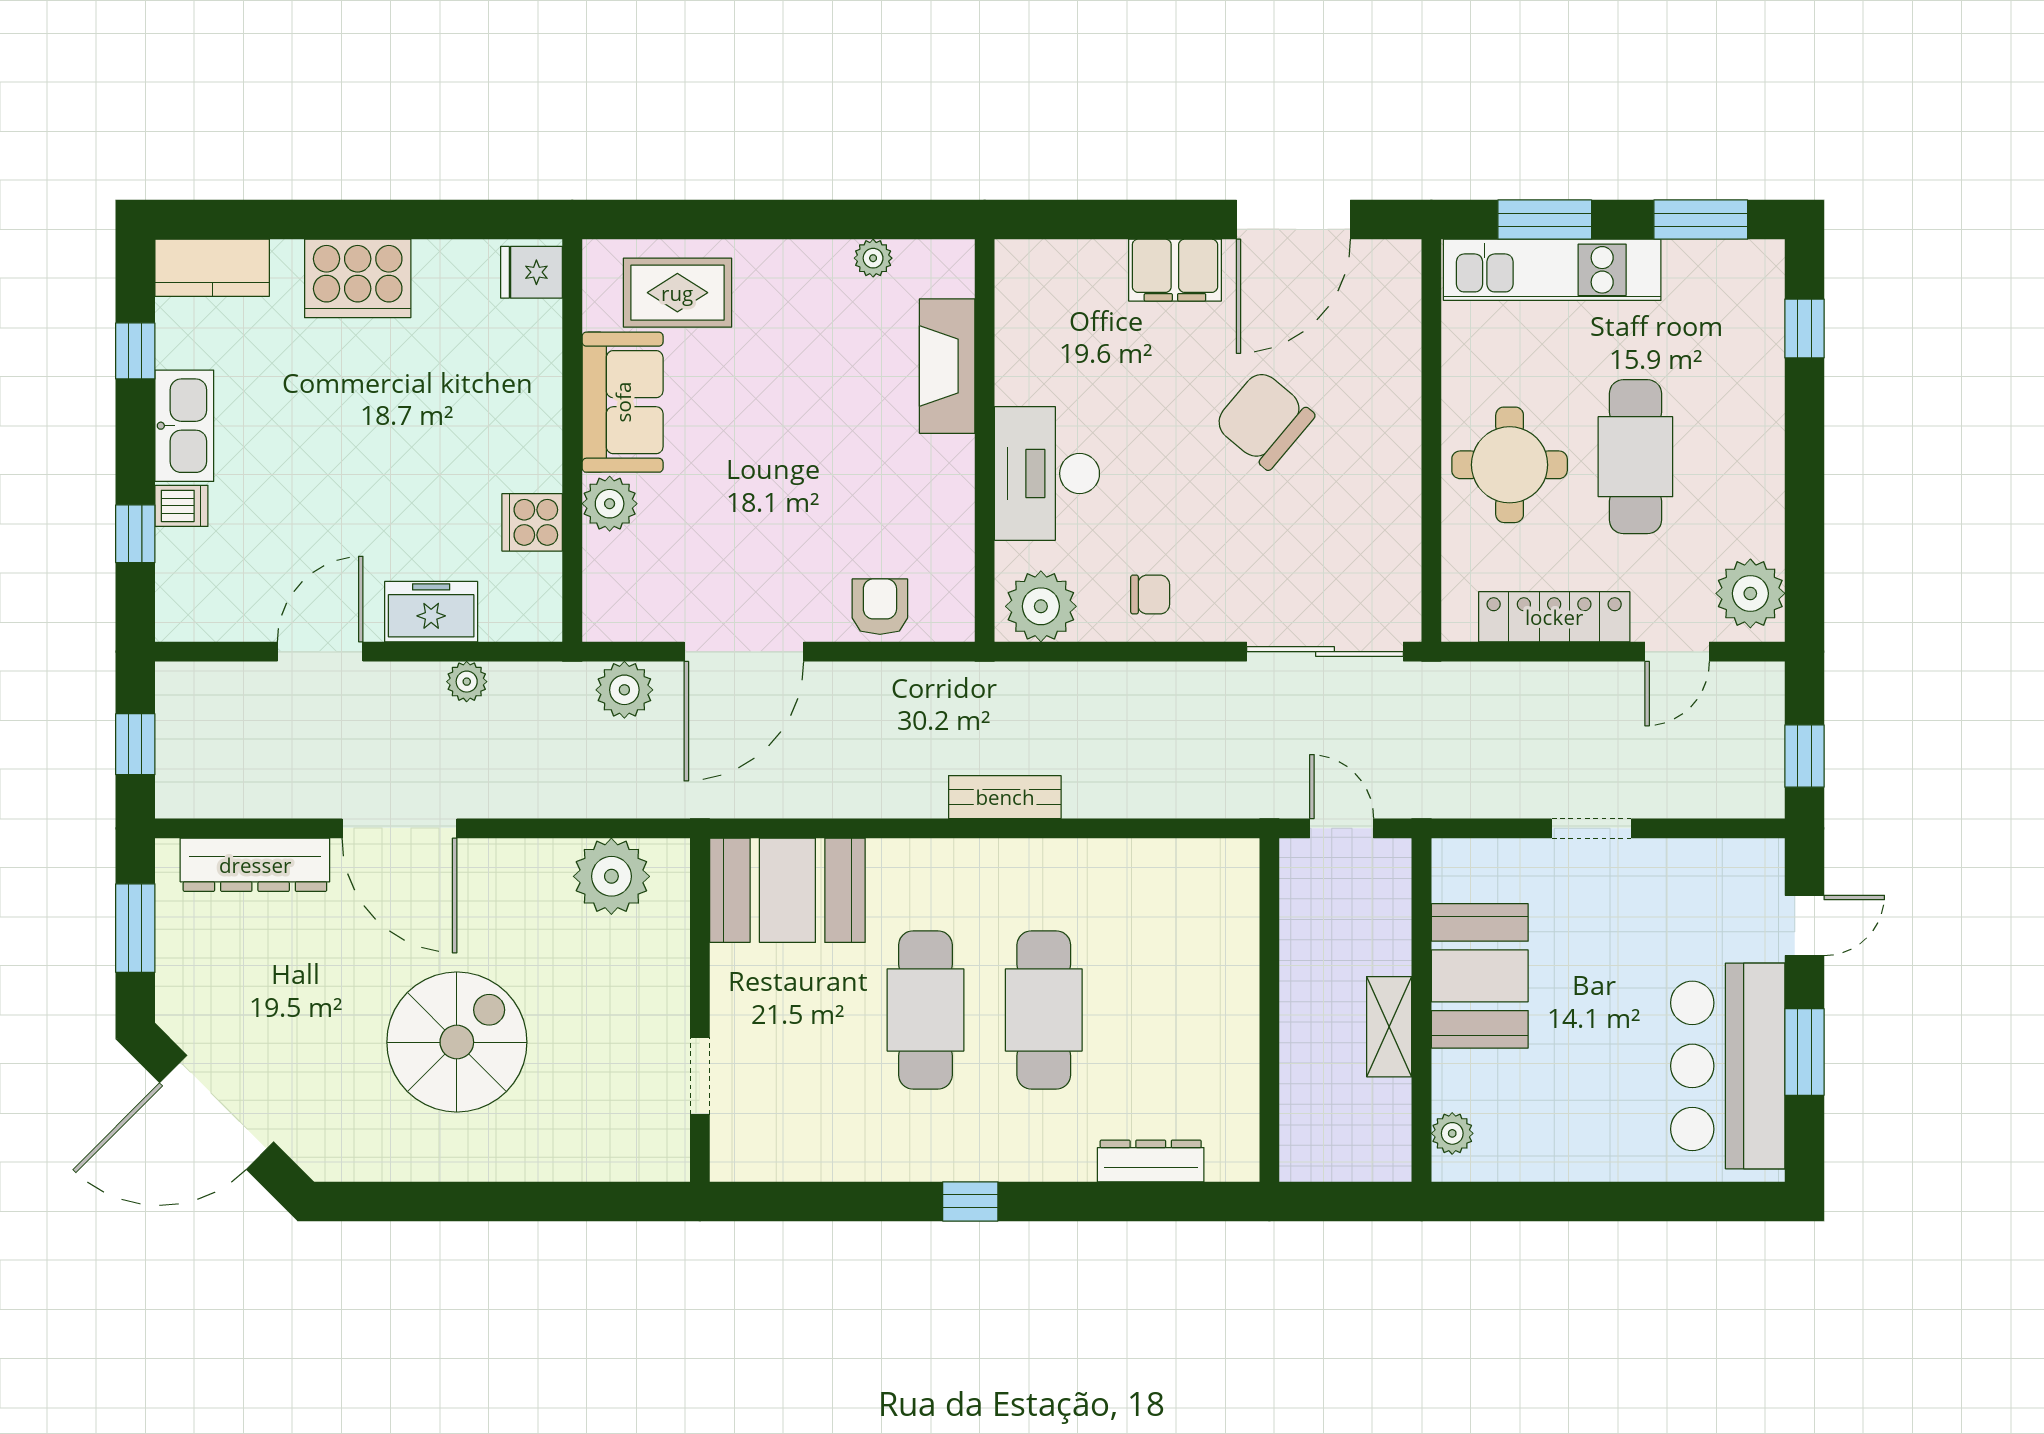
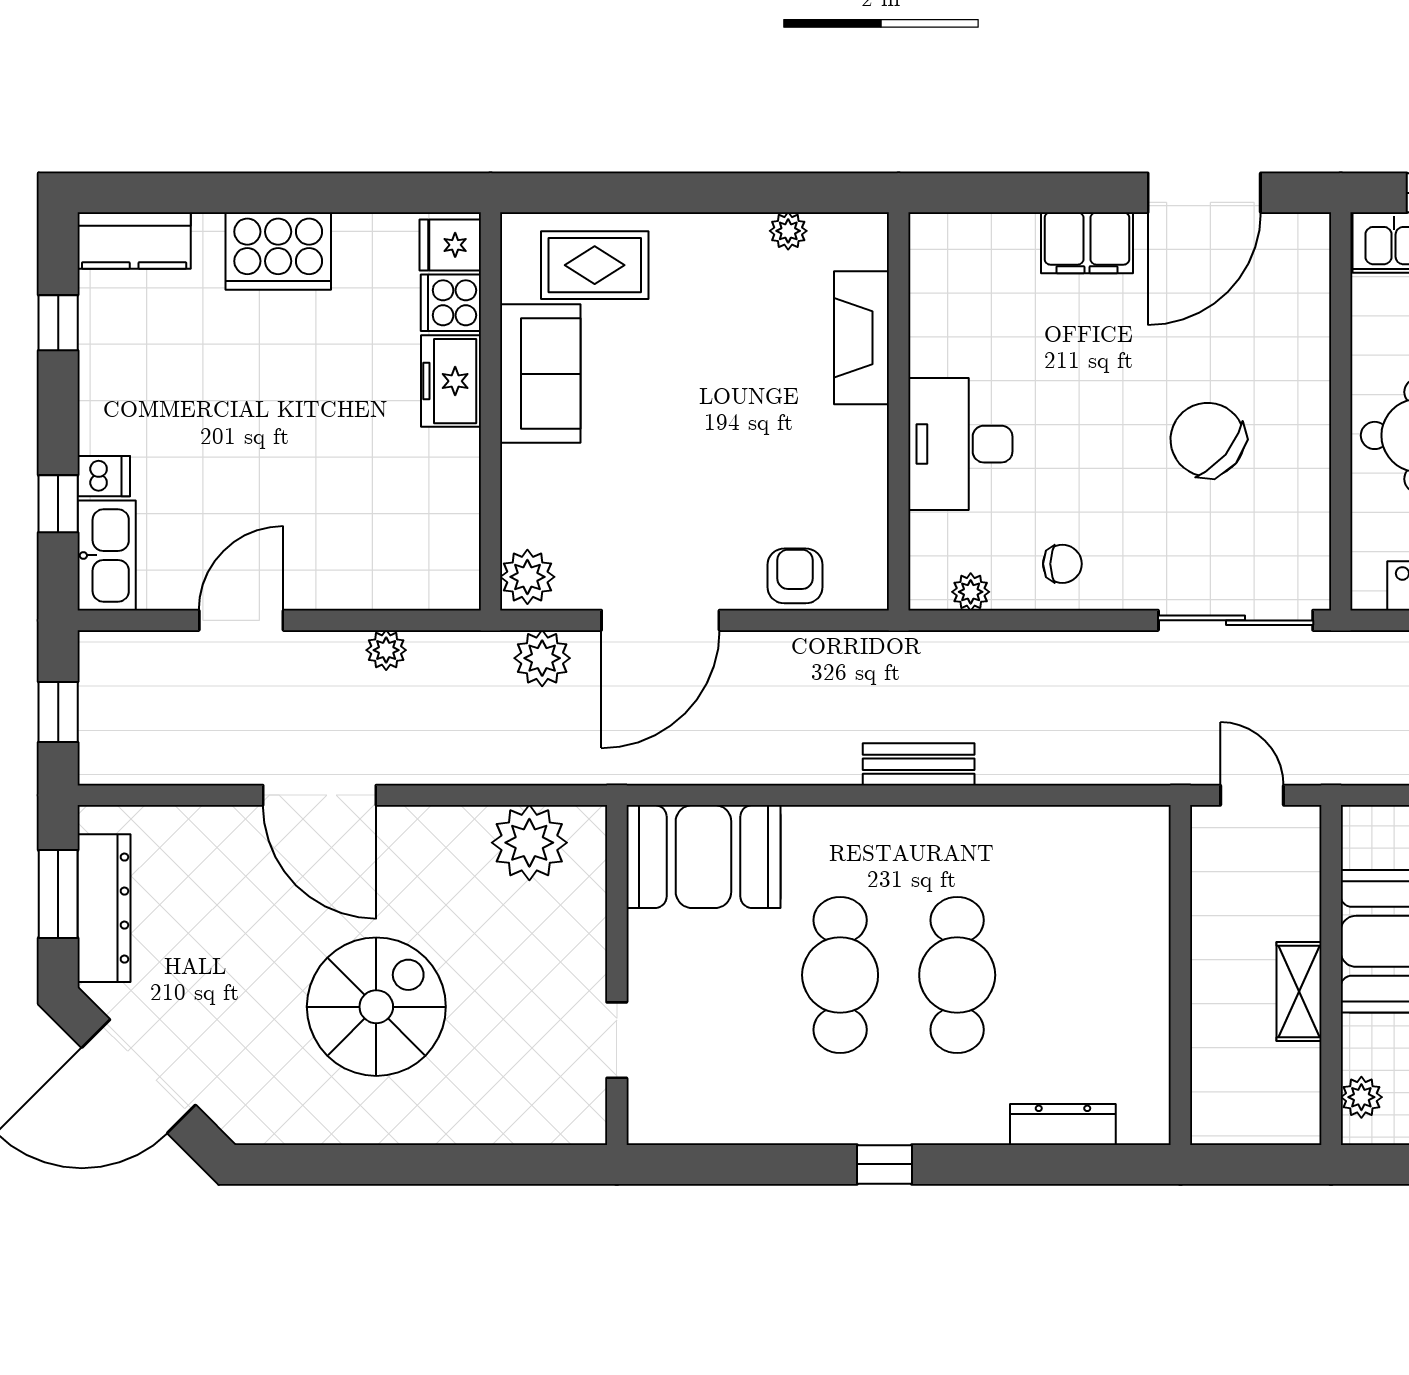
chair: (1264, 420) -> (1208, 440), moved
kitchen sink: (184, 426) -> (107, 555), moved
plant: (610, 504) -> (527, 577), moved
cooker: (532, 522) -> (451, 303), moved
plant: (1041, 606) -> (971, 592), width x0.53, depth x0.53
freezer: (431, 612) -> (451, 381), moved, turned -90
dresser: (255, 865) -> (104, 908), moved, turned -90

